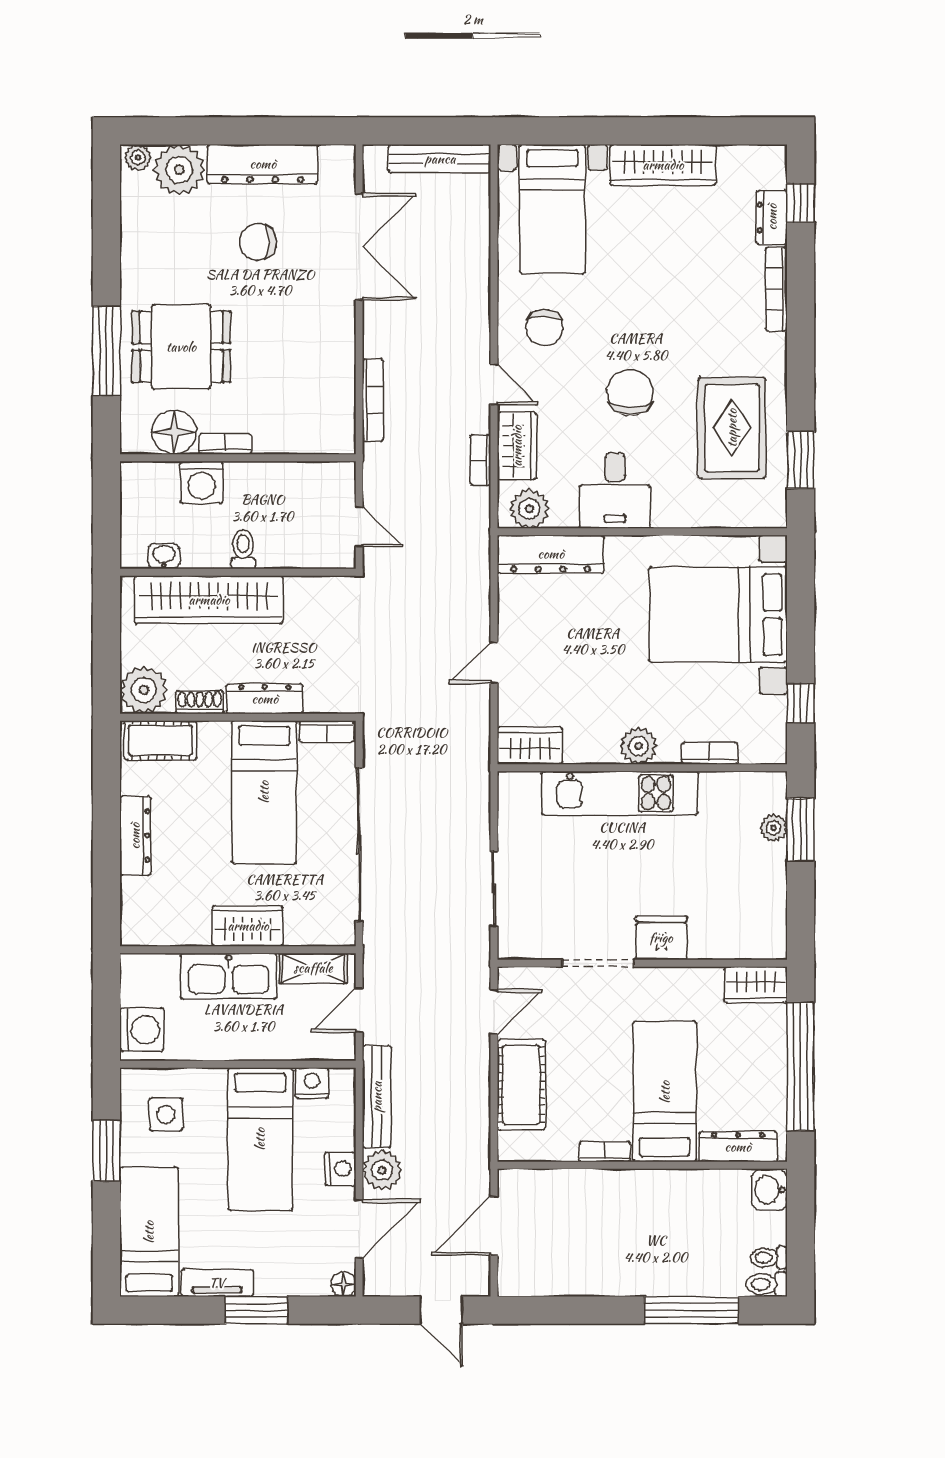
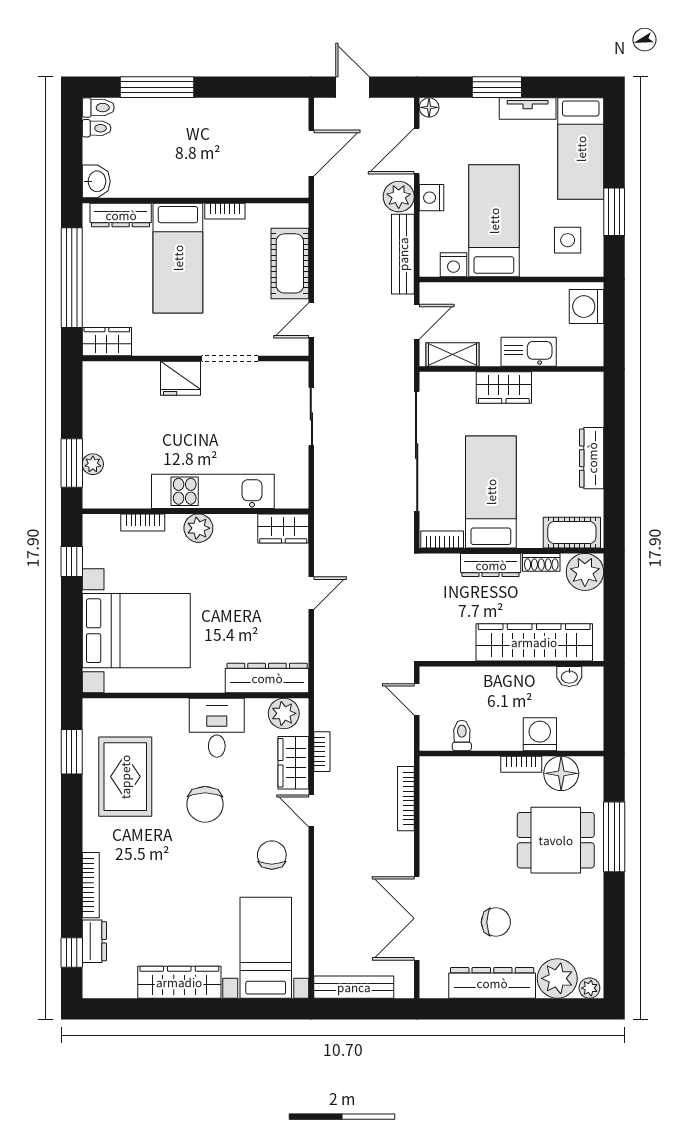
toilet: (243, 549) -> (462, 735), moved, turned 180
kitchen sink: (229, 976) -> (529, 352), width x0.73, depth x0.81

